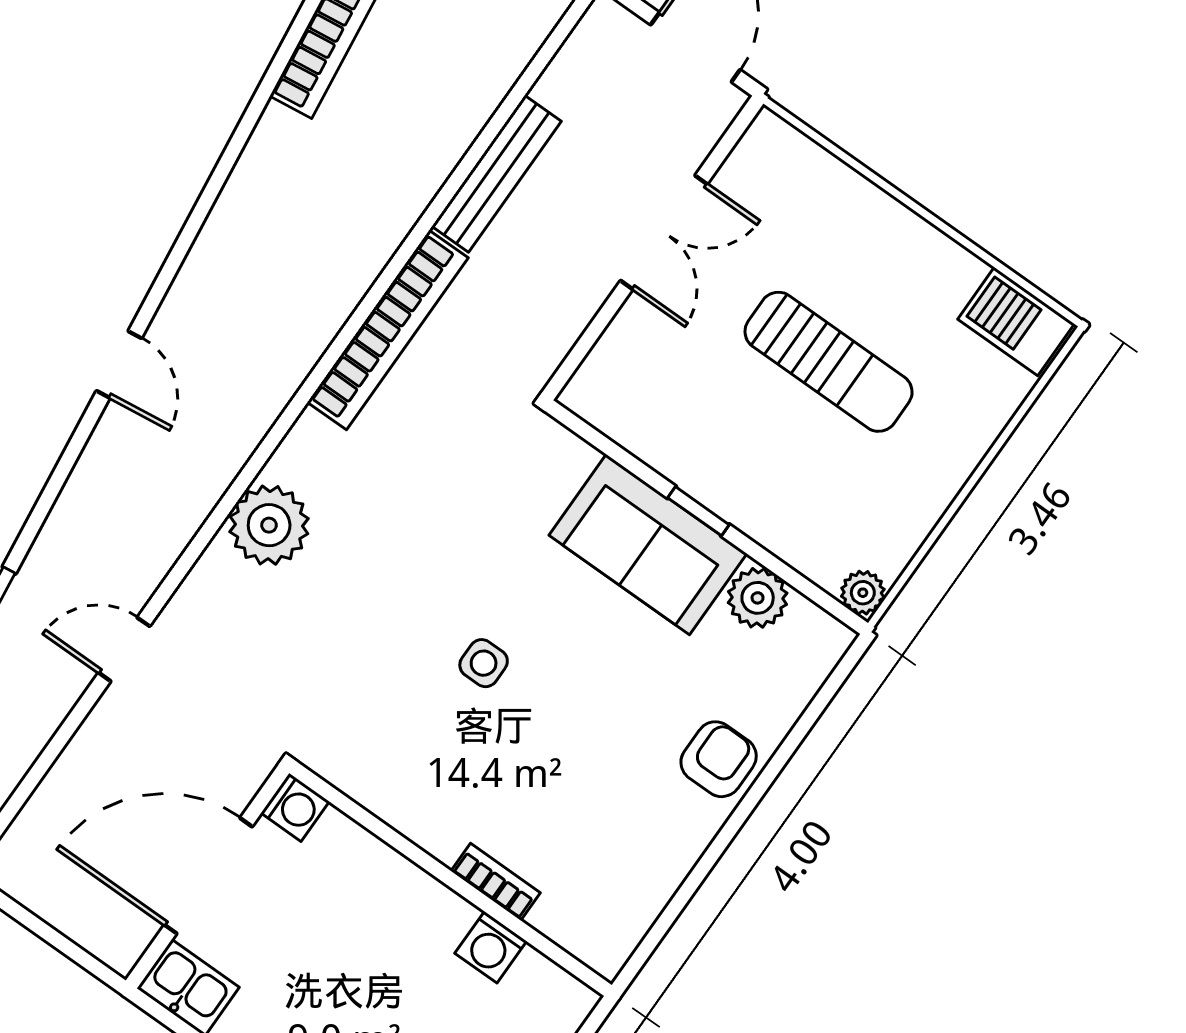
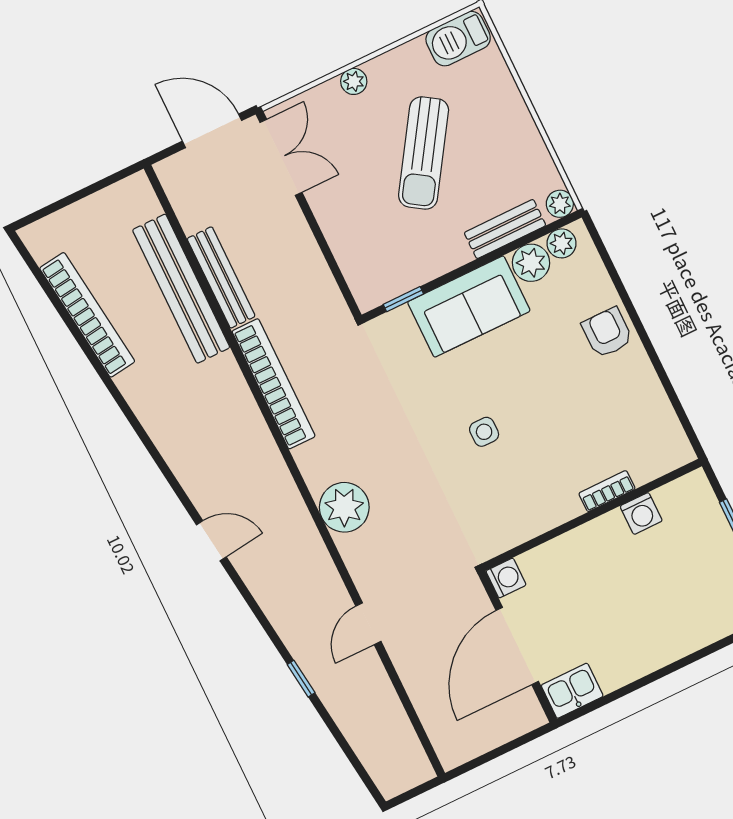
bench: (450, 126) -> (181, 289), added
plant: (875, 208) -> (354, 81), added
double door: (664, 232) -> (281, 157), moved
sun lounger: (829, 362) -> (424, 153), turned 123
window: (698, 511) -> (403, 299), moved
bench: (785, 535) -> (505, 229), added
plant: (808, 626) -> (561, 243), added

